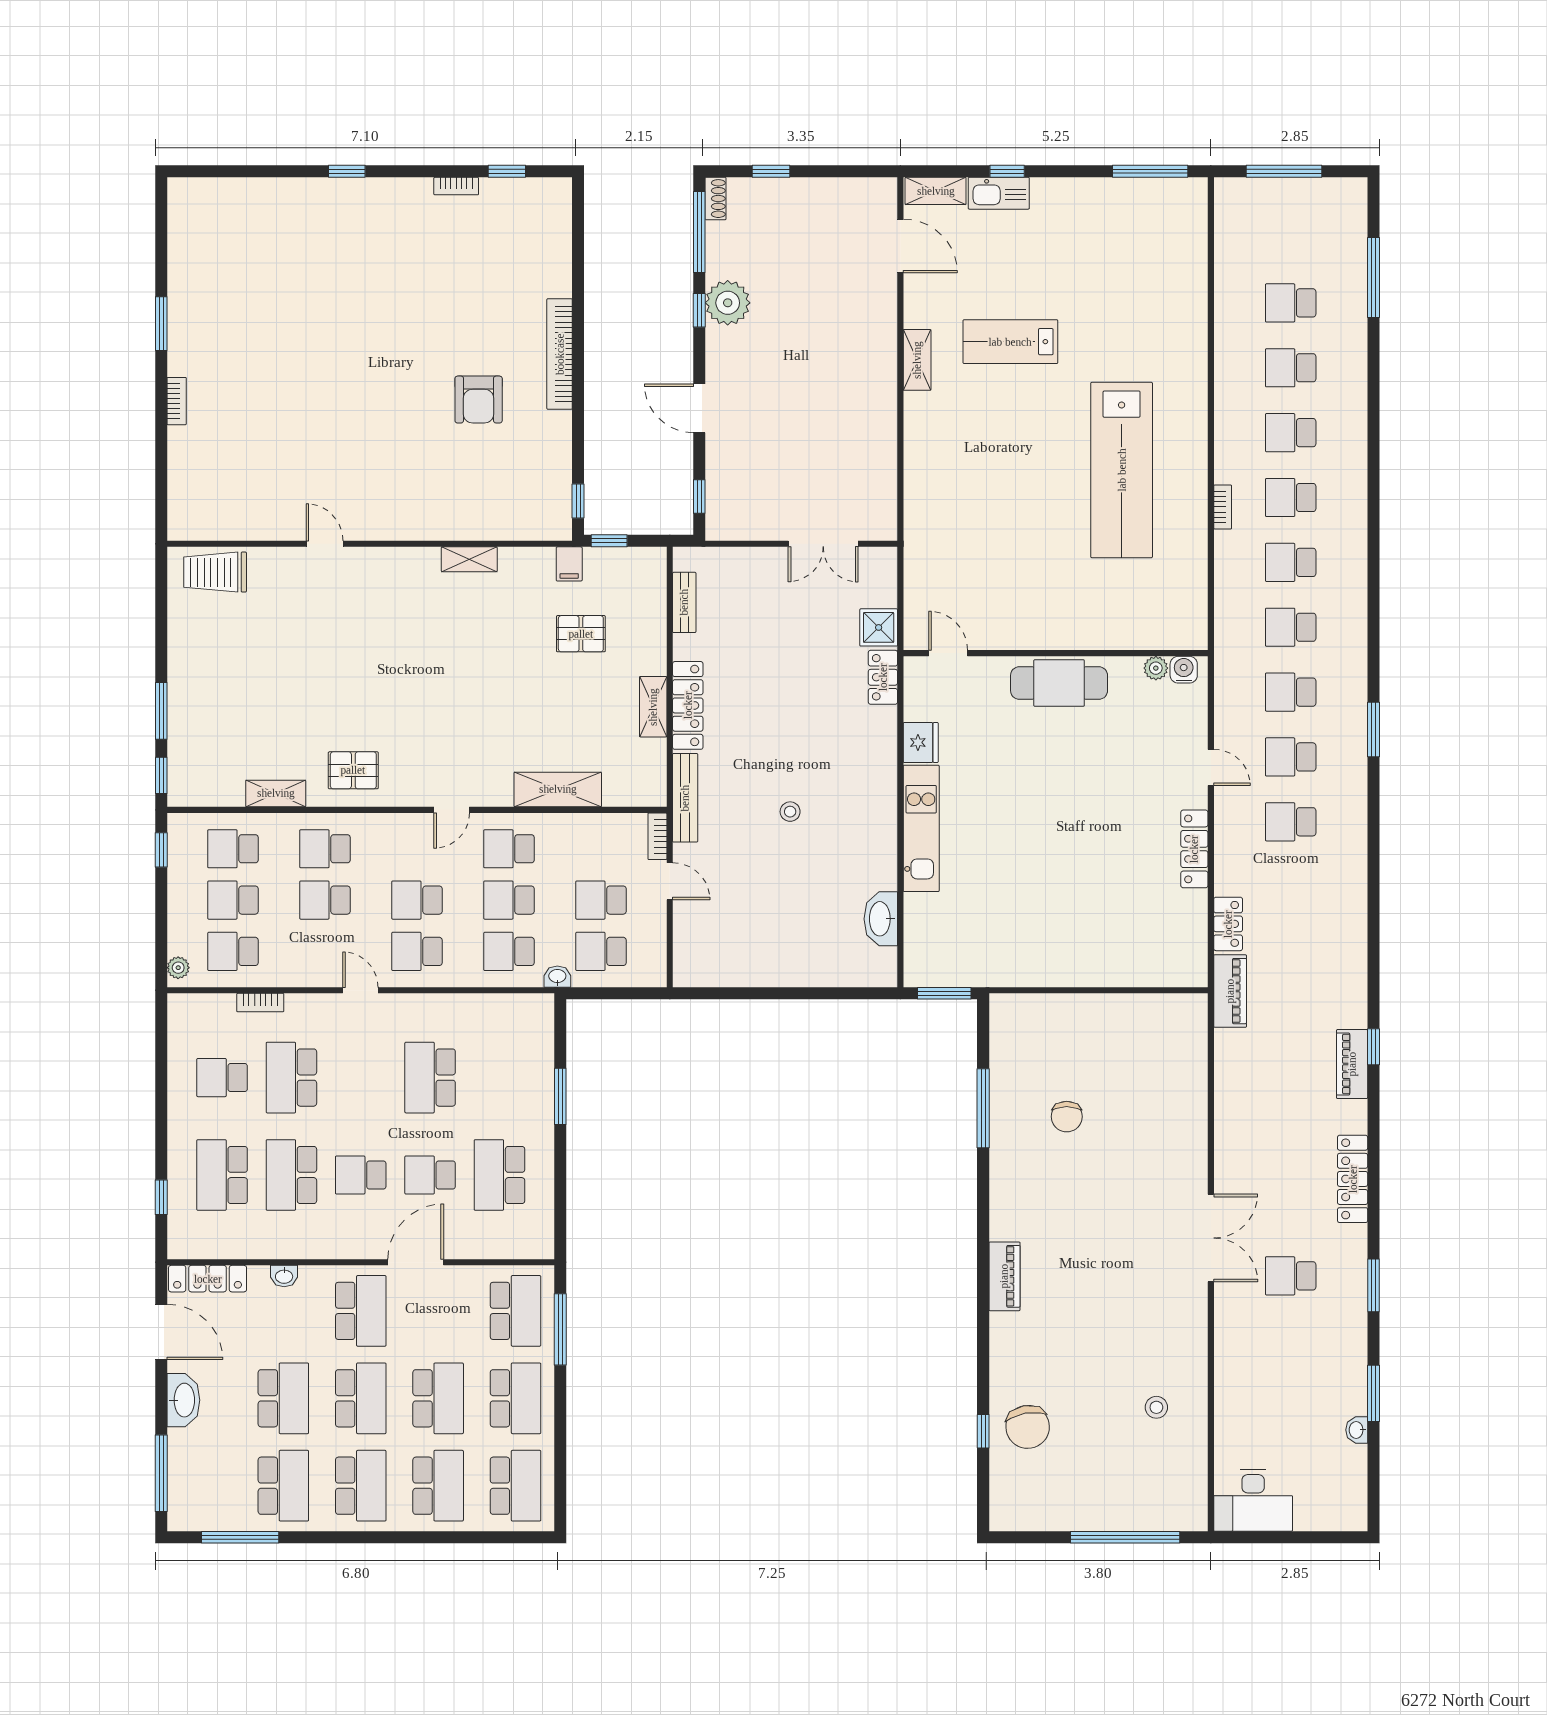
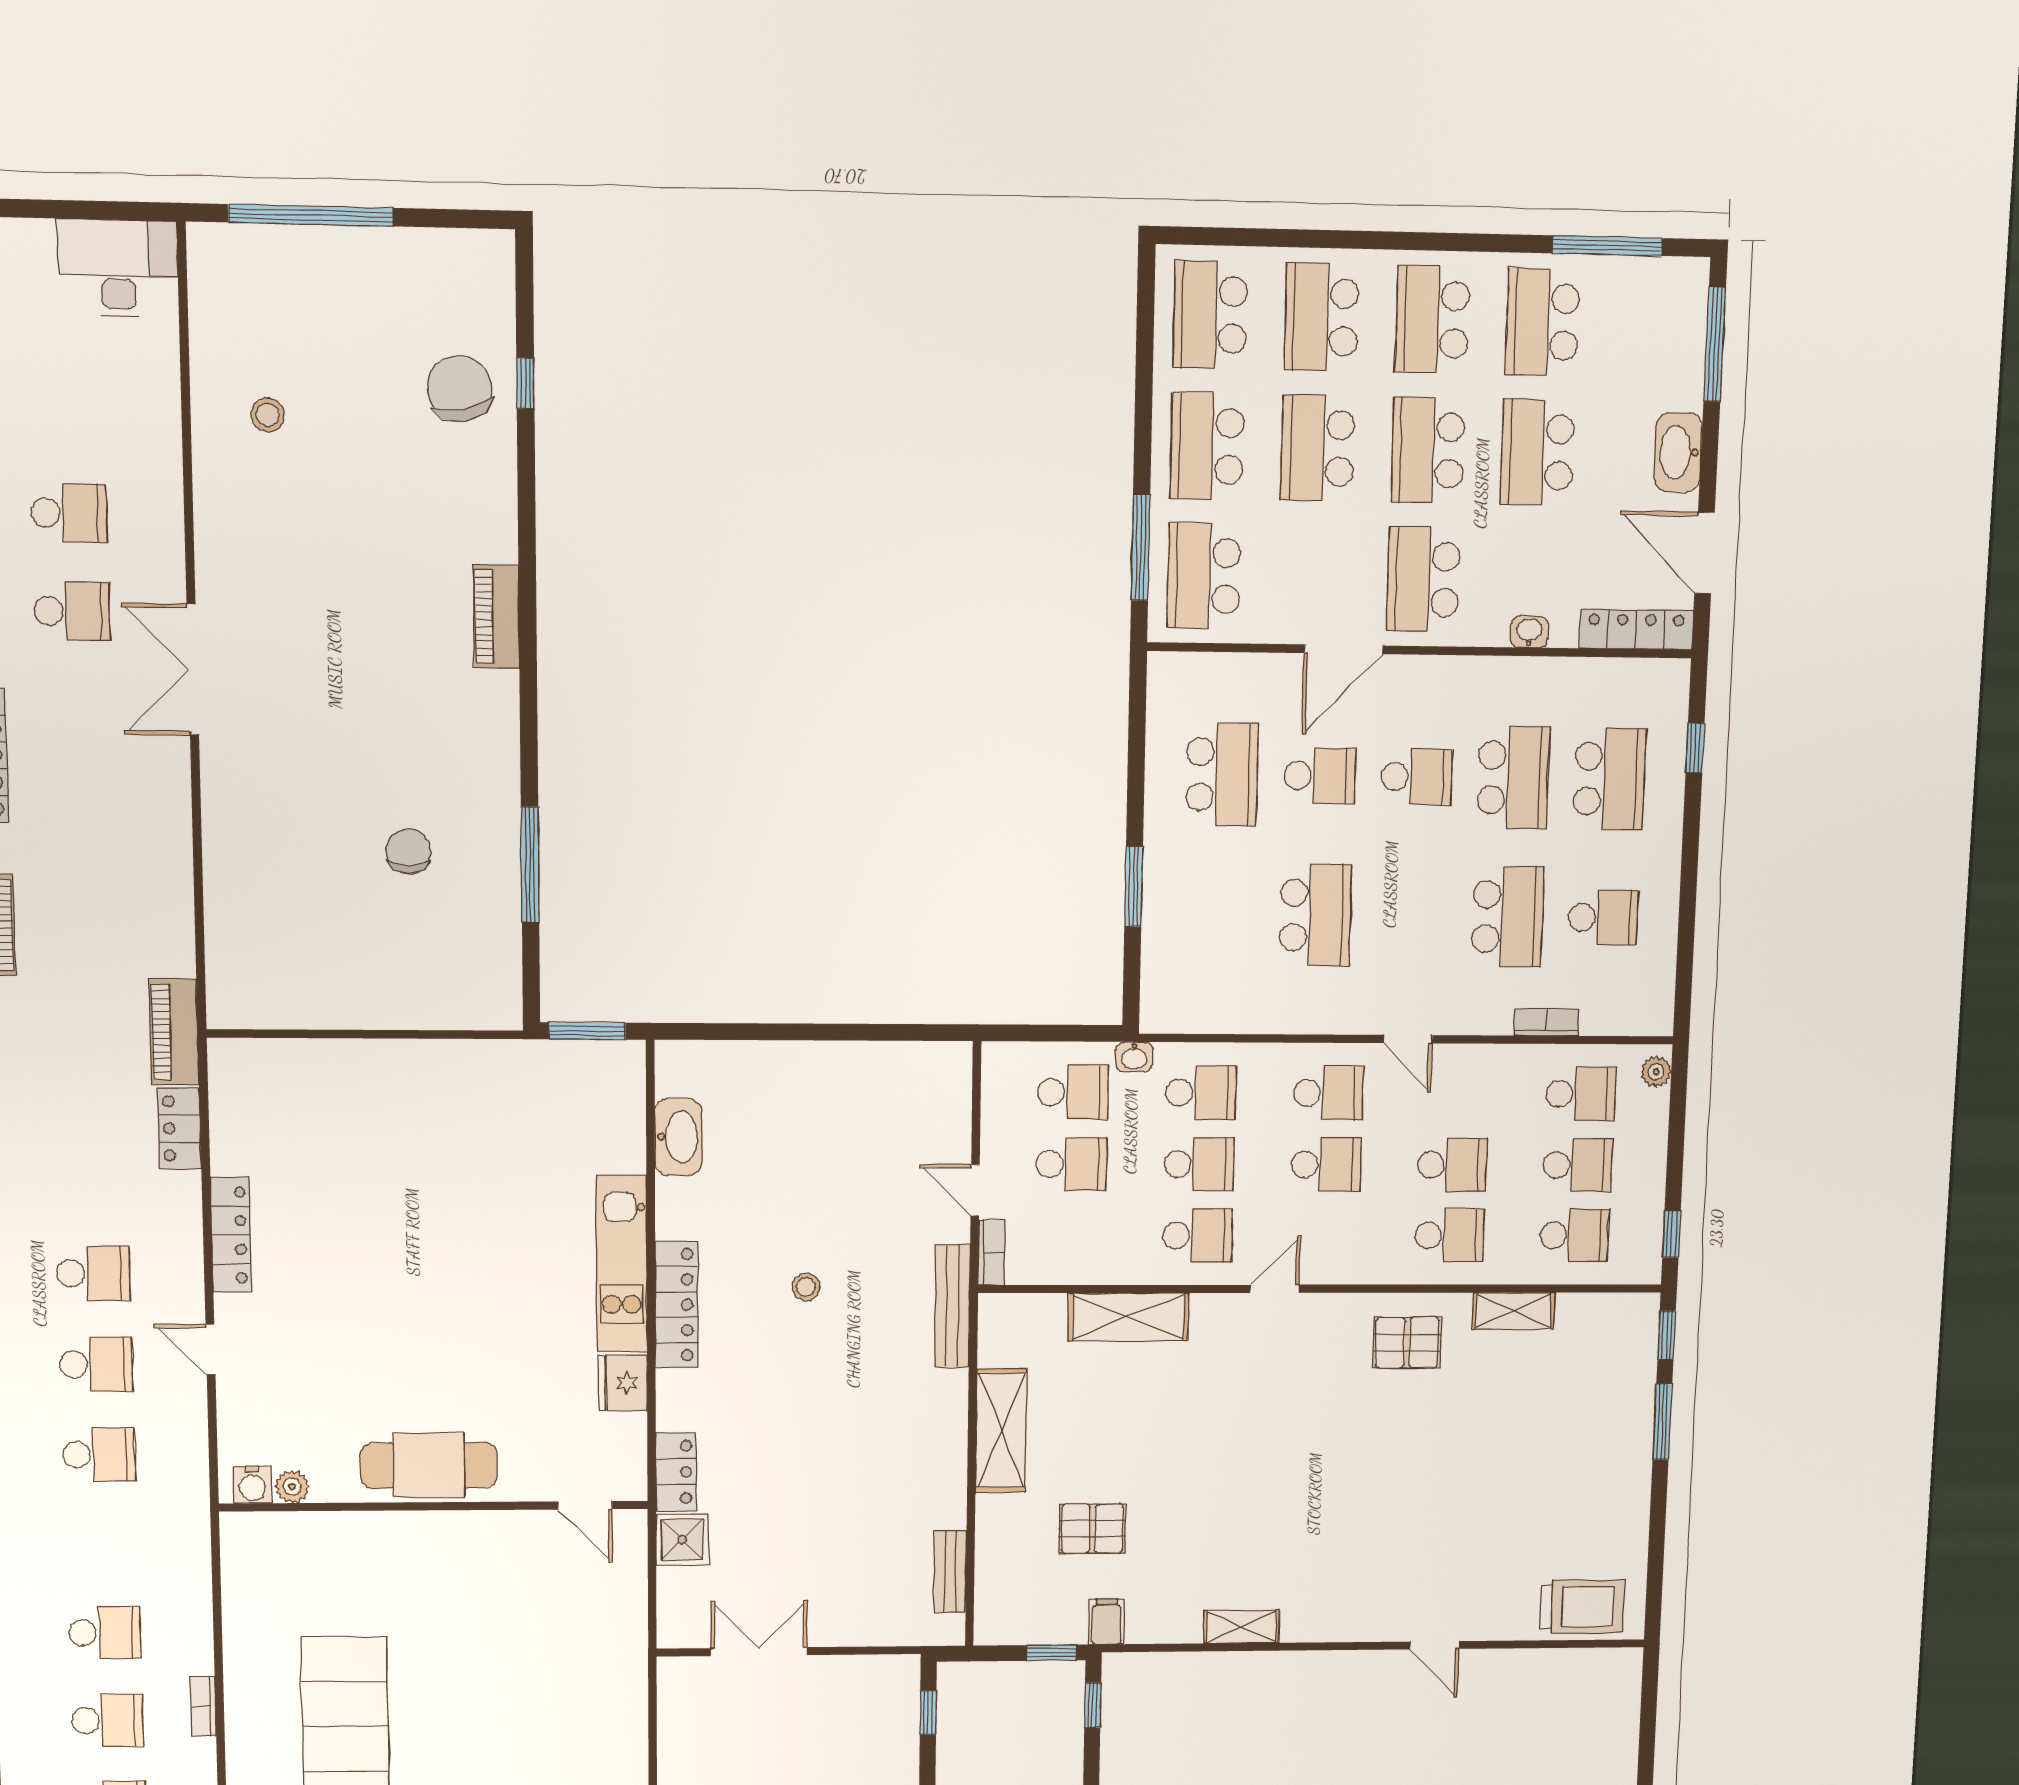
school desk: (1291, 627) -> (69, 513), moved
locker: (688, 705) -> (676, 1305), moved, turned 180
shelving: (653, 707) -> (1001, 1430), width x1.50, depth x1.33

